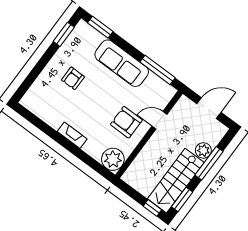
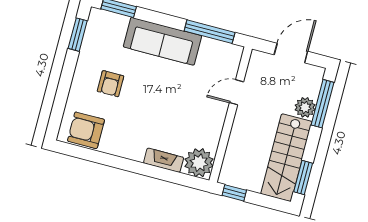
armchair: (126, 122) -> (86, 130), moved
fireplace: (72, 135) -> (164, 160), moved
window: (209, 163) -> (323, 104), moved
window: (152, 208) -> (234, 193), moved

